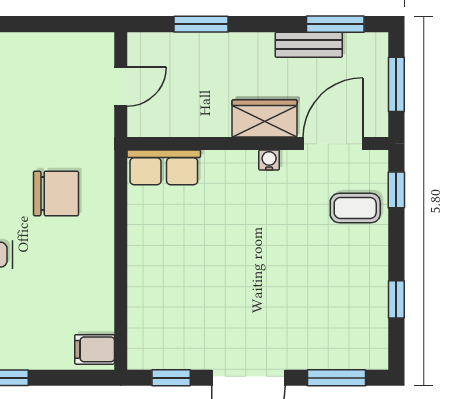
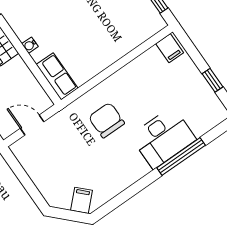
water cooler: (269, 160) -> (30, 45), moved

